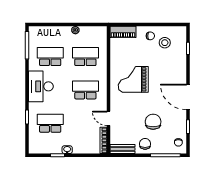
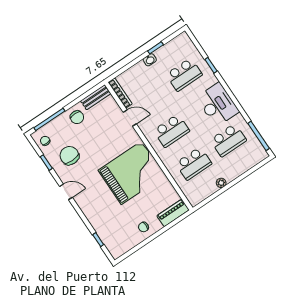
stool: (165, 43) -> (125, 230), removed
grand piano: (133, 79) -> (131, 173), width x1.37, depth x1.48
door: (188, 97) -> (66, 192), width x0.53
chair: (153, 122) -> (69, 156), moved, turned 180

